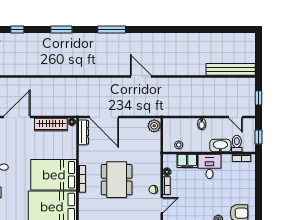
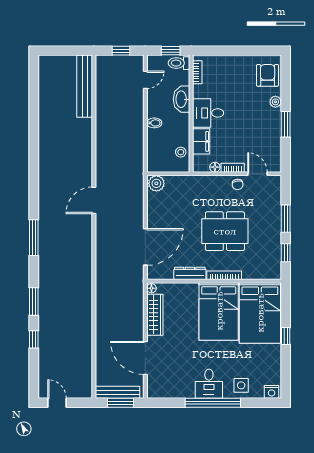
window: (17, 29) -> (34, 339), moved
dresser: (83, 132) -> (190, 273), moved
toilet: (237, 144) -> (179, 63), moved

